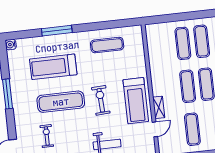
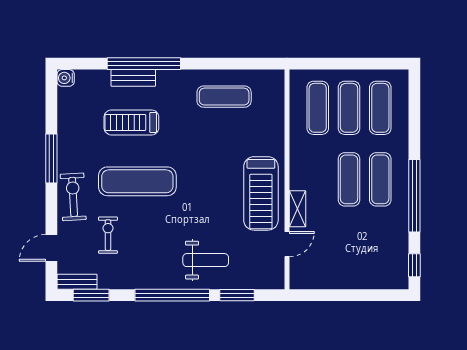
window: (57, 31) -> (144, 64), width x1.46
bench: (51, 40) -> (133, 78), added
treadmill: (53, 67) -> (131, 122), width x0.73, depth x0.73
exercise bike: (101, 100) -> (73, 197), moved
exercise mat: (192, 129) -> (318, 108), moved

